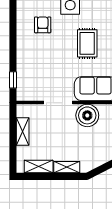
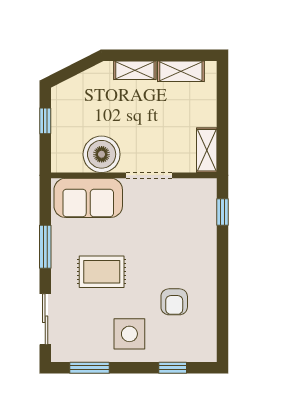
rug: (87, 43) -> (102, 272), turned 90
shelving: (23, 132) -> (207, 150), moved

